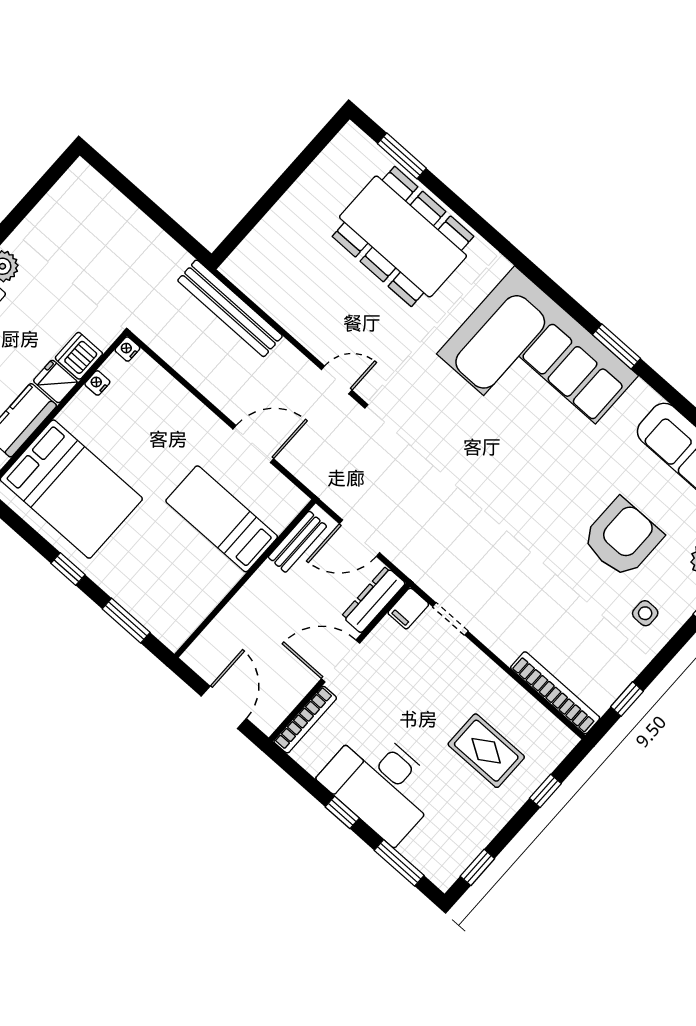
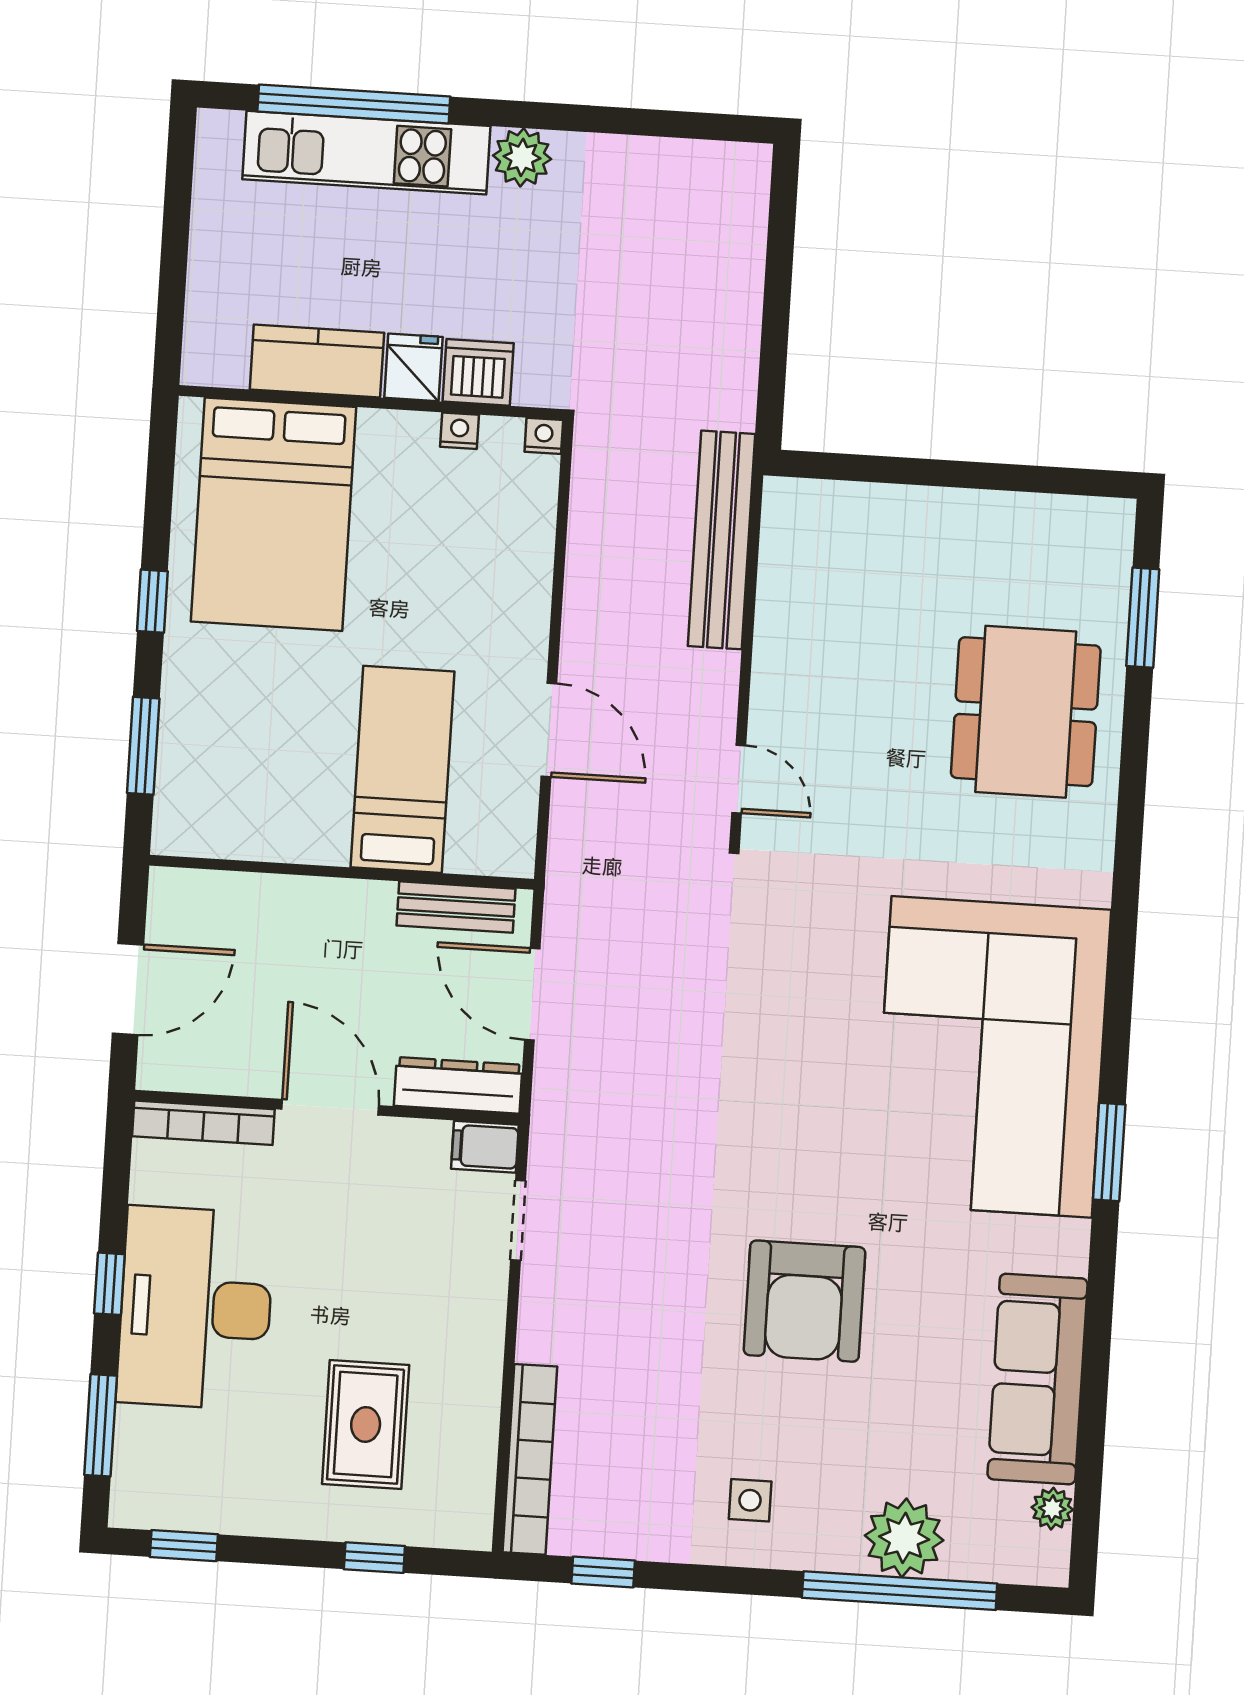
dining table: (403, 236) -> (1026, 712), width x0.73, depth x0.80
armchair: (622, 538) -> (804, 1301), moved, turned 90

